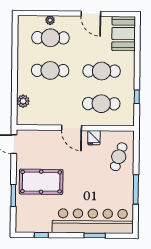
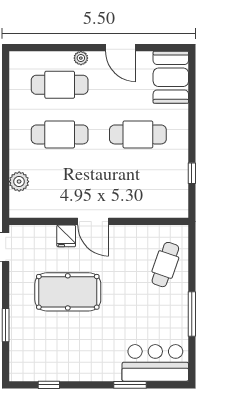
plant: (50, 20) -> (81, 58), moved
cafe table: (101, 104) -> (138, 184), removed
fridge: (94, 138) -> (66, 236), moved
pool table: (41, 182) -> (68, 292), moved
bar counter: (93, 221) -> (155, 363), width x0.54

